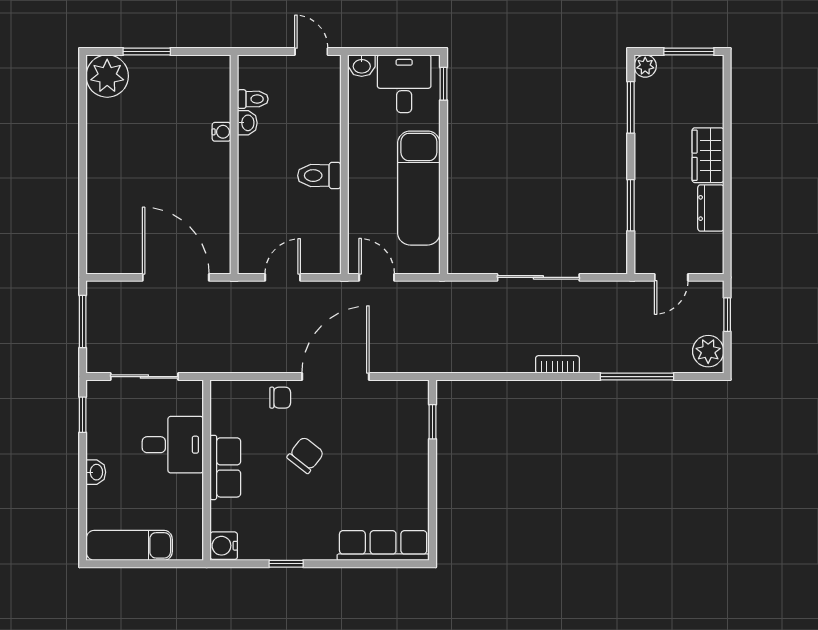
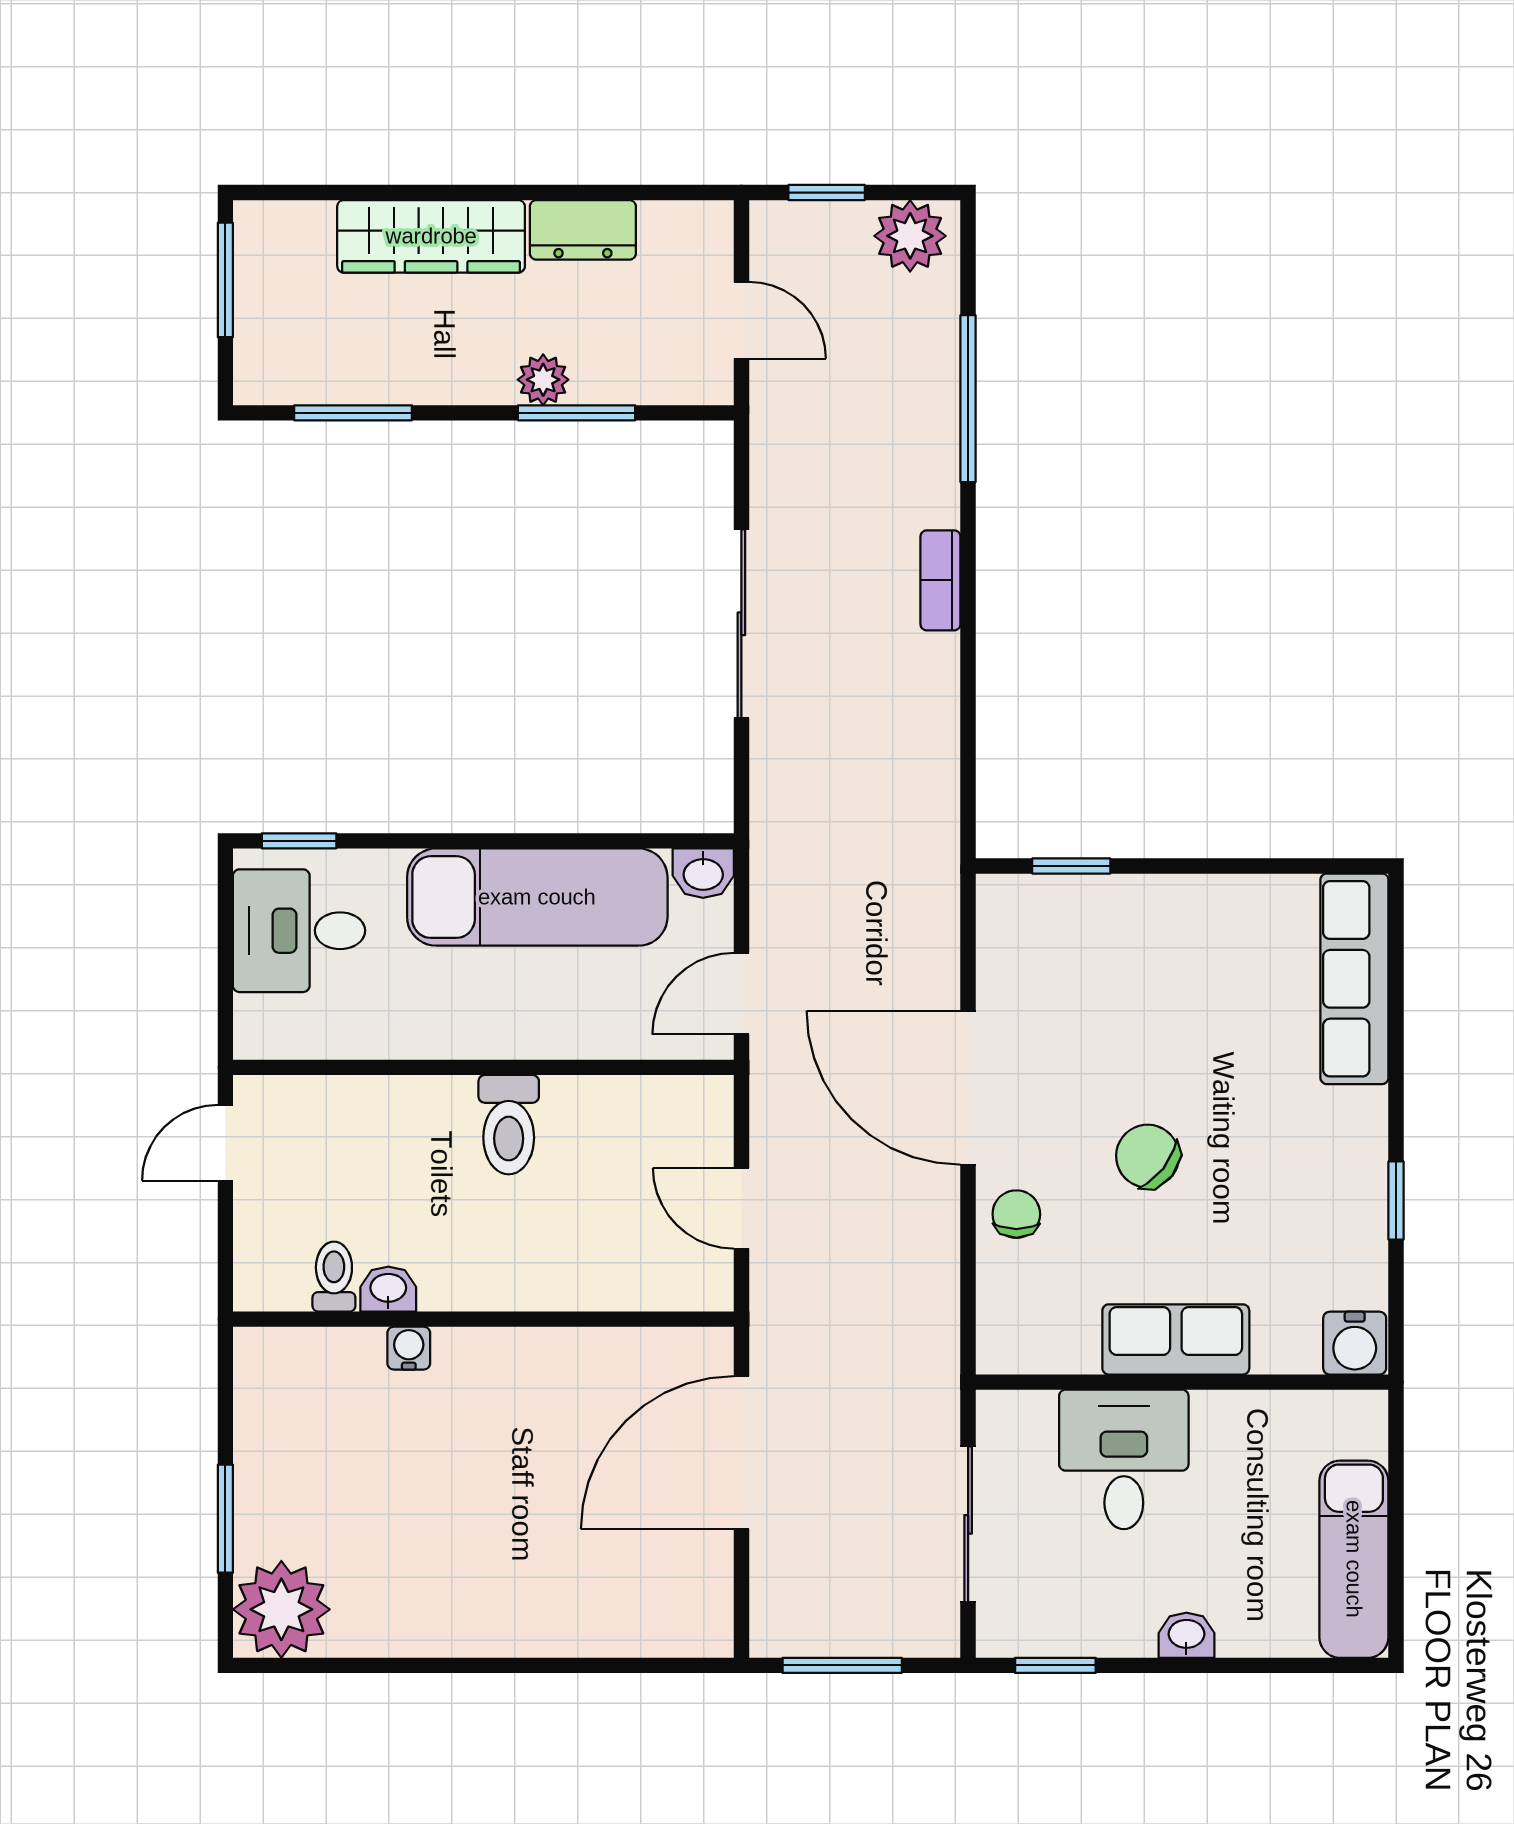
washbasin: (362, 66) -> (703, 873), moved, turned 90
plant: (645, 66) -> (543, 380), moved
wardrobe: (708, 155) -> (431, 236), width x1.50

